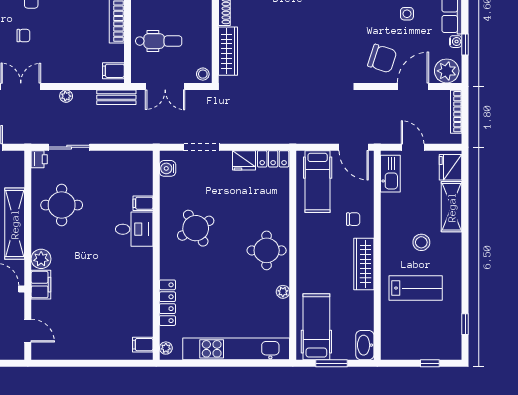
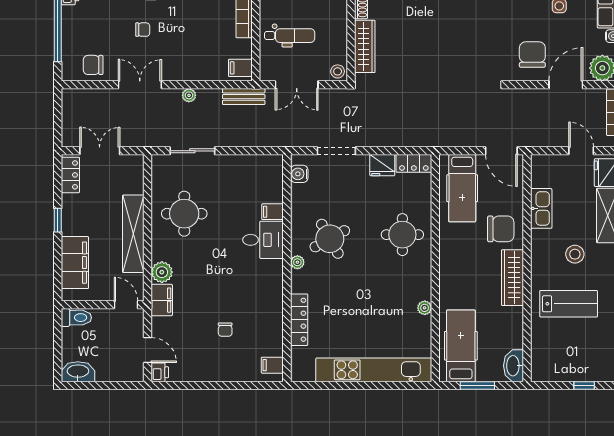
chair: (382, 59) -> (532, 55), turned -108
door: (413, 147) -> (581, 151), moved
printer: (39, 159) -> (160, 372), moved
kitchen sink: (390, 174) -> (541, 208), moved
chair: (353, 219) -> (501, 229), width x1.87, depth x1.87
round table: (267, 250) -> (402, 235), moved
chair: (99, 312) -> (225, 330), added
plant: (166, 348) -> (297, 262), moved

